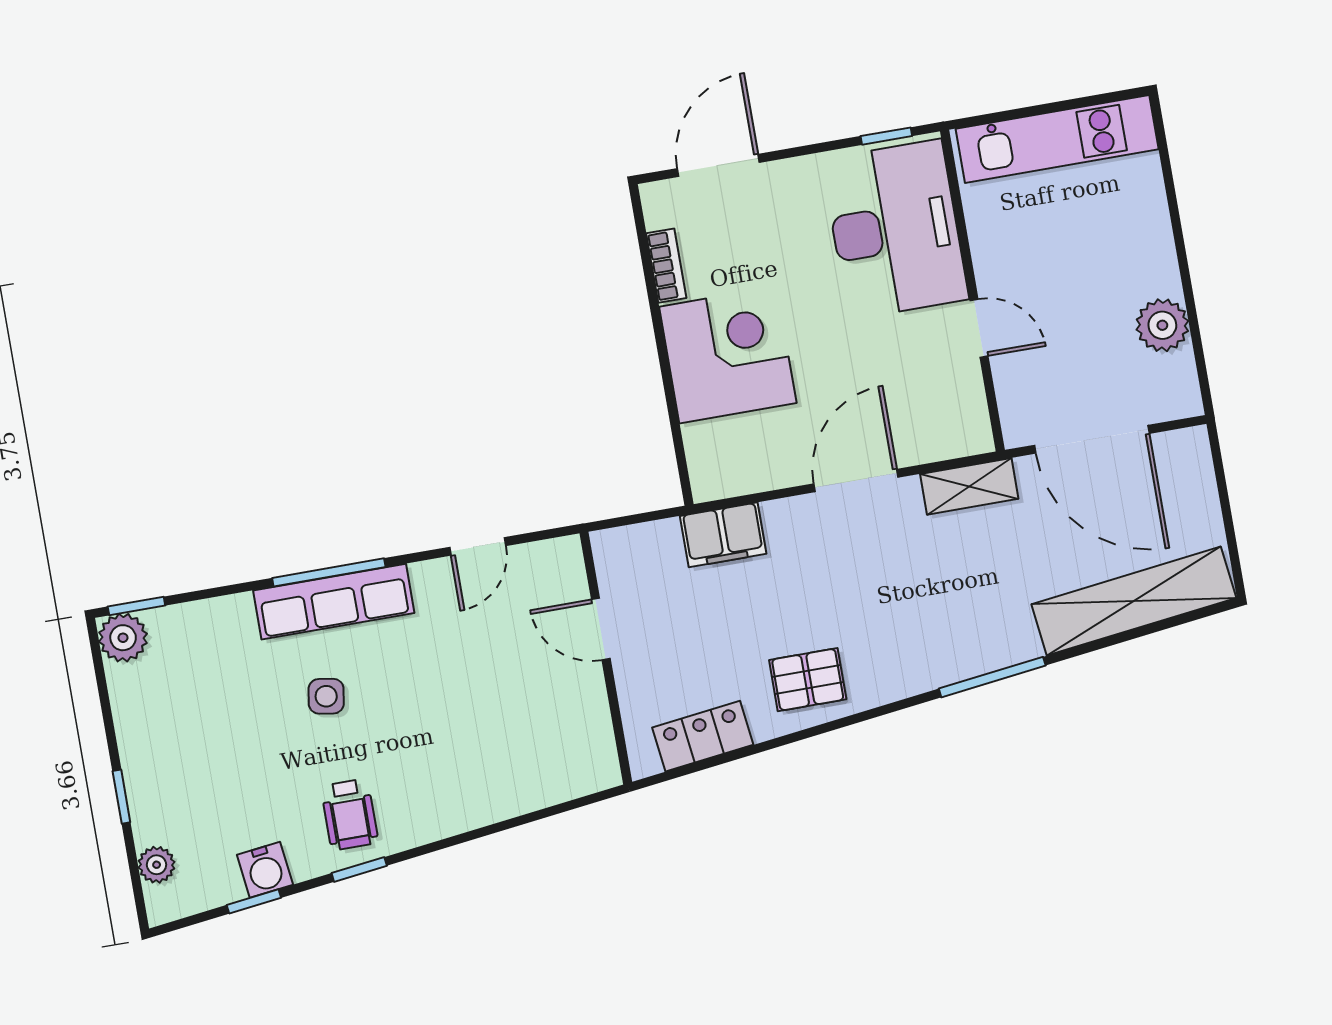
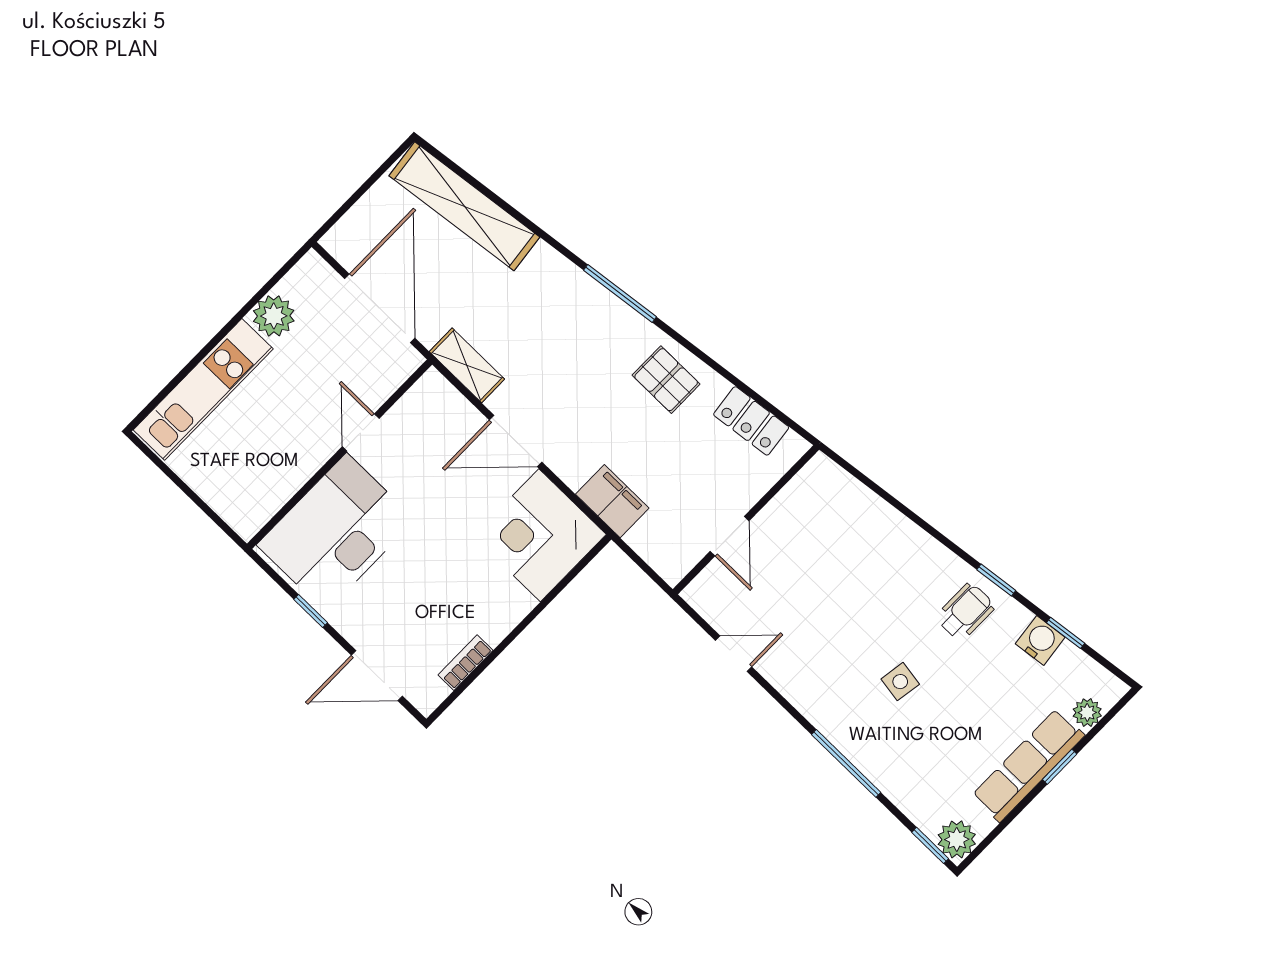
window: (886, 136) -> (311, 611), moved
kitchen unit: (1057, 139) -> (203, 389), moved, turned 90
corner desk: (728, 355) -> (540, 535), moved
window: (329, 572) -> (846, 763), moved
row of seats: (334, 602) -> (1028, 765), moved, turned -90
window: (992, 677) -> (620, 293), moved

